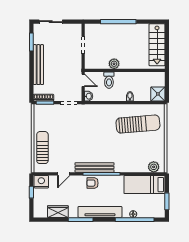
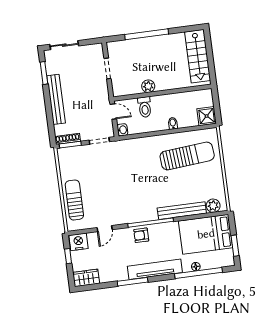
bench: (95, 167) -> (182, 211), moved
bed: (145, 185) -> (206, 234), width x1.50
wardrobe: (58, 212) -> (86, 278), moved

